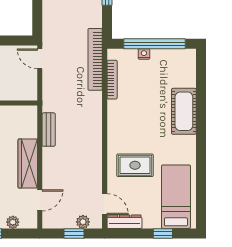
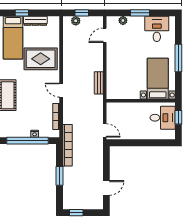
bookcase: (95, 59) -> (67, 145), moved
wardrobe: (28, 164) -> (113, 60), removed
rug: (135, 165) -> (41, 59), width x1.36, depth x1.43
door: (105, 204) -> (61, 90), moved
dresser: (124, 222) -> (35, 21), moved

